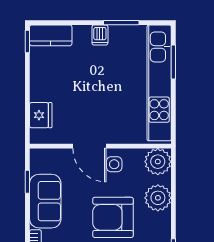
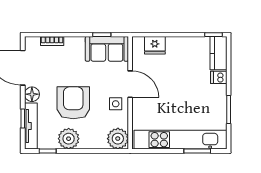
dishwasher: (100, 35) -> (219, 77), moved
door: (89, 146) -> (130, 84), swing flipped
plant: (158, 198) -> (69, 139), moved
sofa: (45, 201) -> (107, 49), moved

